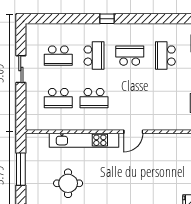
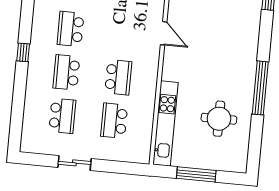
school desk: (94, 56) -> (66, 72), turned -90
school desk: (58, 98) -> (114, 121), turned 180
kitchen unit: (84, 140) -> (166, 123), moved

